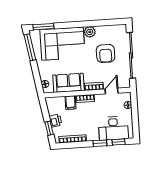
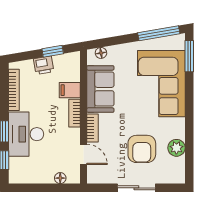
plant: (90, 32) -> (176, 148), moved
armchair: (106, 53) -> (142, 149), turned -90
sliding door: (131, 55) -> (136, 188), width x0.54
window: (49, 128) -> (53, 51), moved
desk: (113, 128) -> (26, 134), moved

